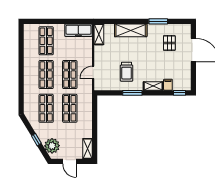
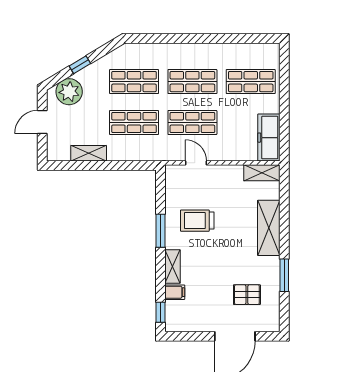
shelving: (88, 149) -> (89, 153), moved

